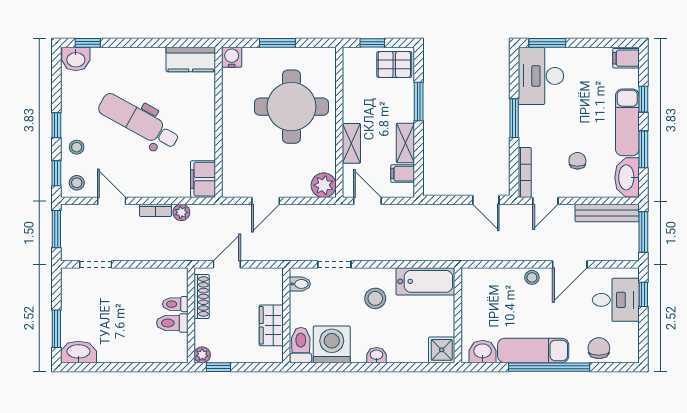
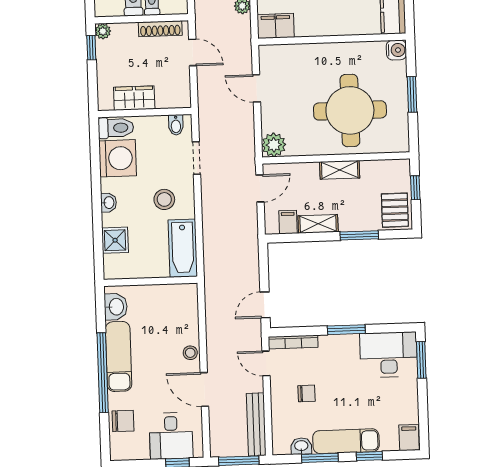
shelving: (351, 143) -> (340, 170), moved
washbasin: (627, 177) -> (301, 446), width x0.52, depth x0.69
shower: (442, 350) -> (115, 240), moved

